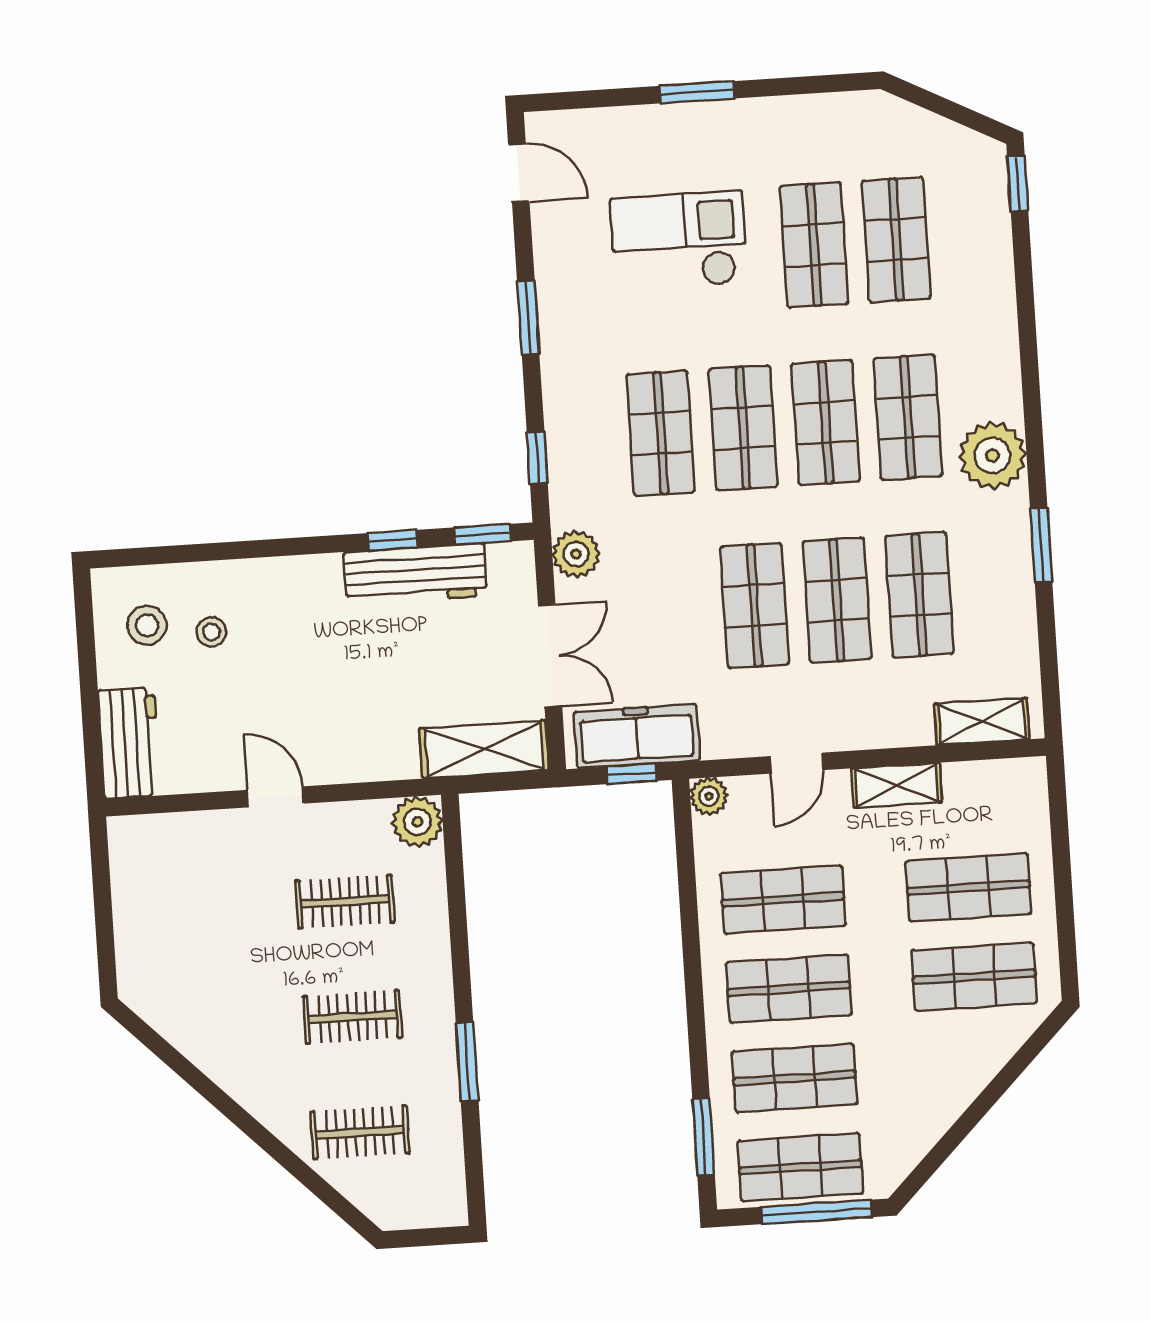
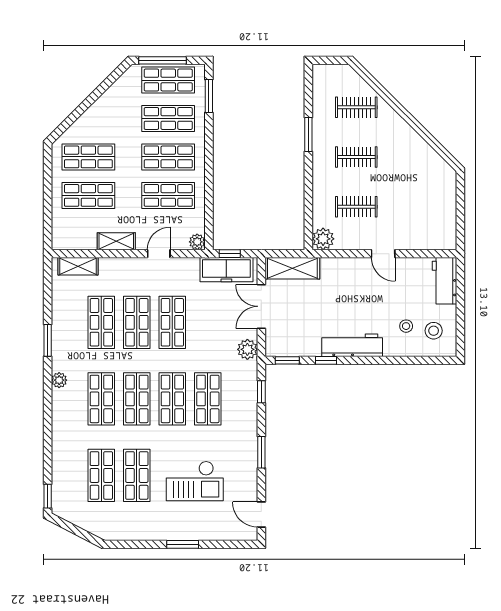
plant: (993, 455) -> (59, 380), width x0.53, depth x0.53
workbench: (415, 574) -> (352, 345), moved

